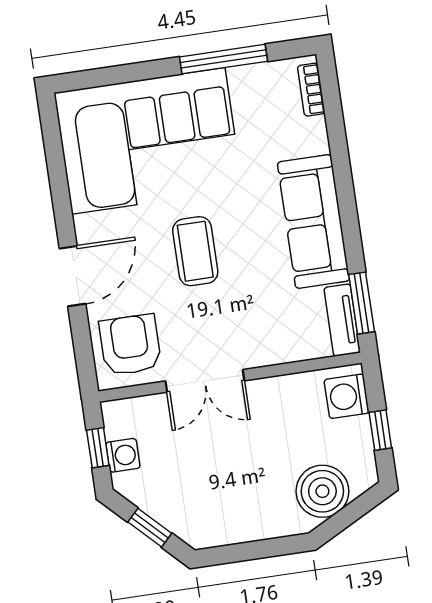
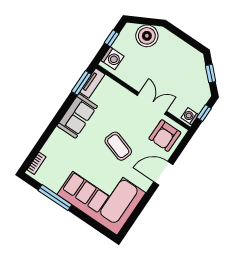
sofa: (314, 221) -> (77, 116), width x0.73
coffee table: (195, 251) -> (118, 146), turned -72
washing machine: (123, 455) -> (190, 116), moved

